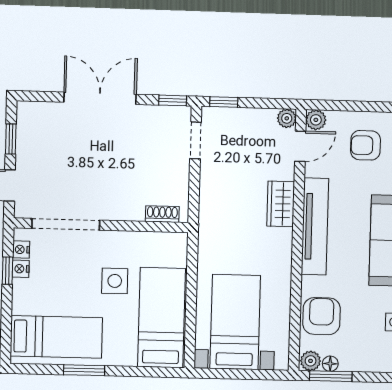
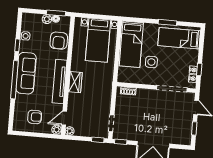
wardrobe: (281, 204) -> (75, 82), moved
plant: (311, 361) -> (47, 19), moved

